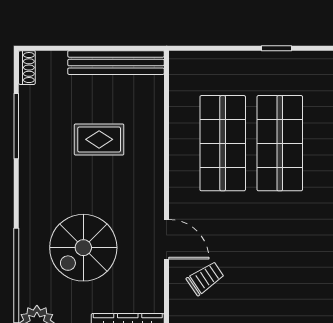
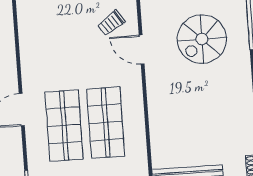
rug: (99, 139) -> (196, 119), removed
spiral stairs: (83, 248) -> (202, 39), turned 180

